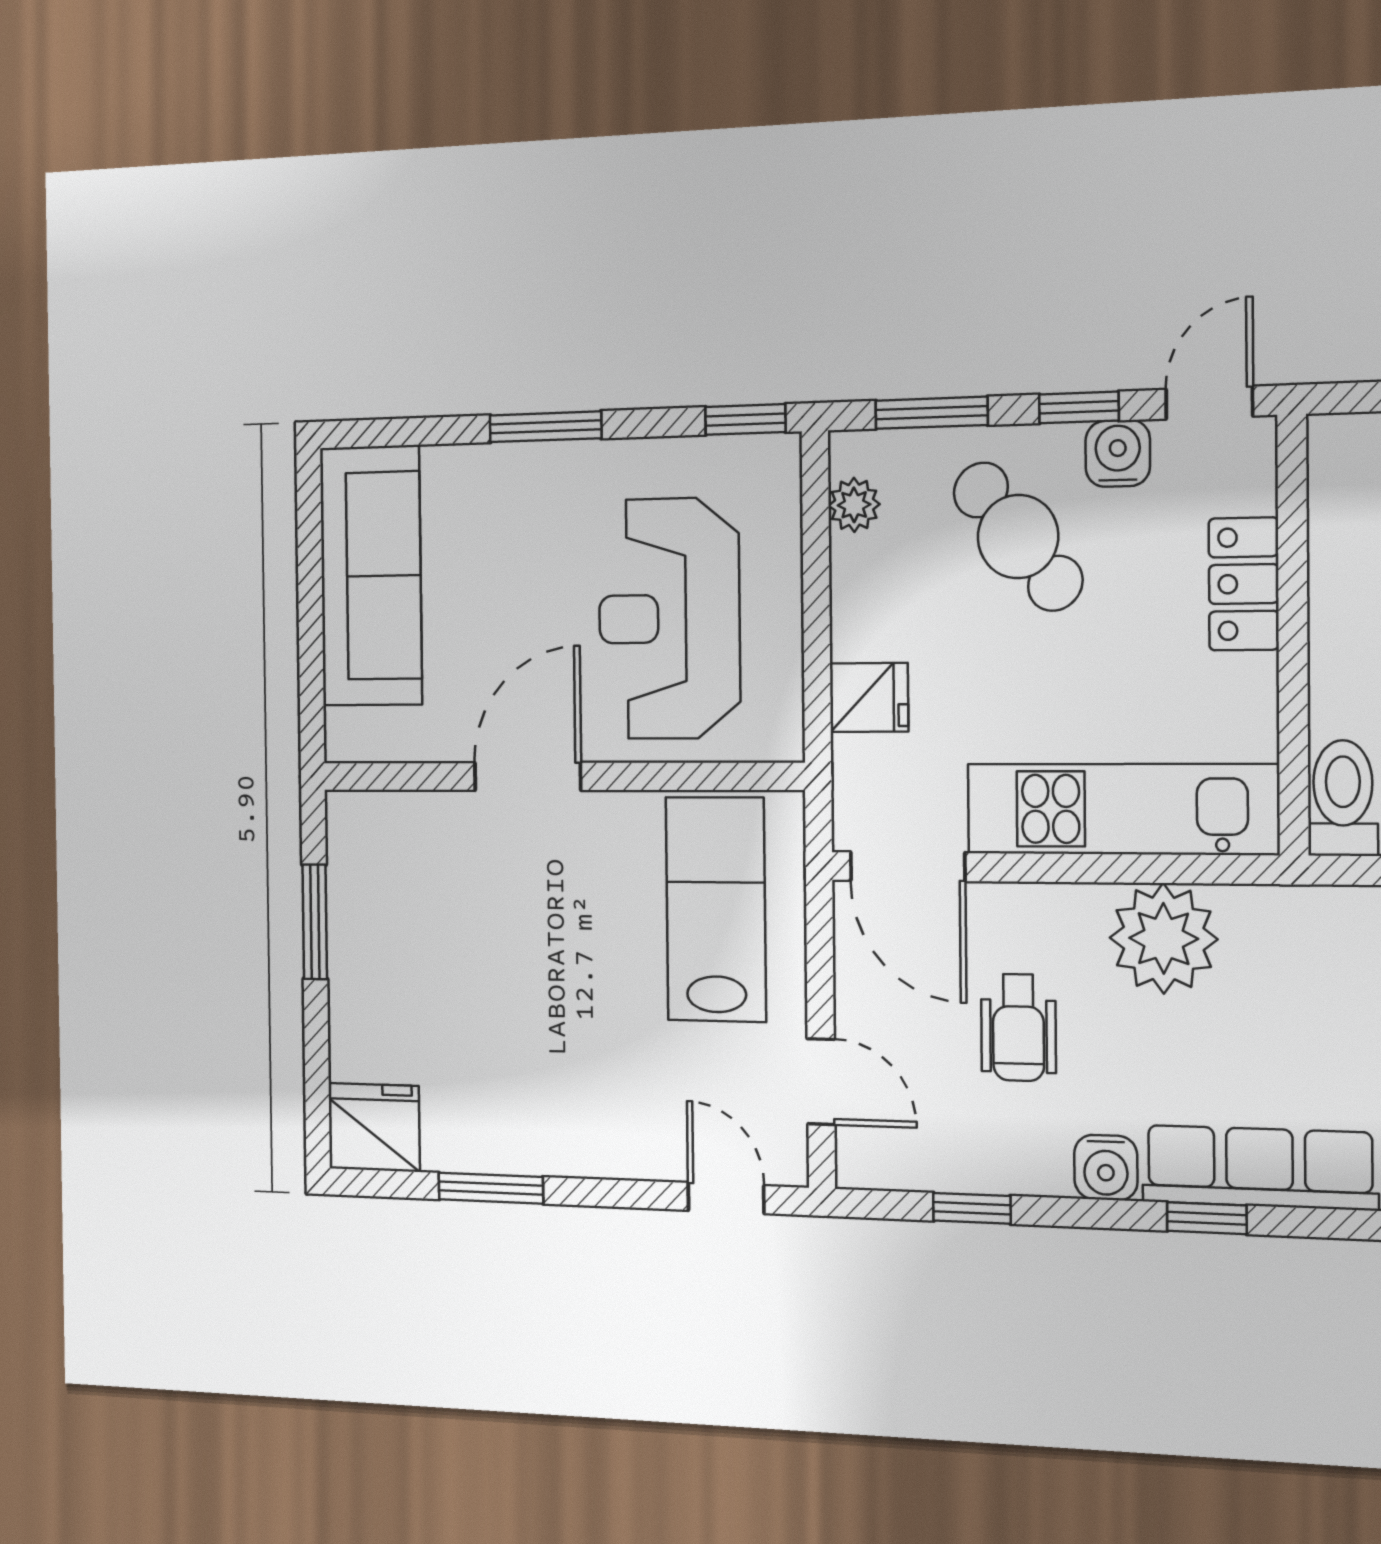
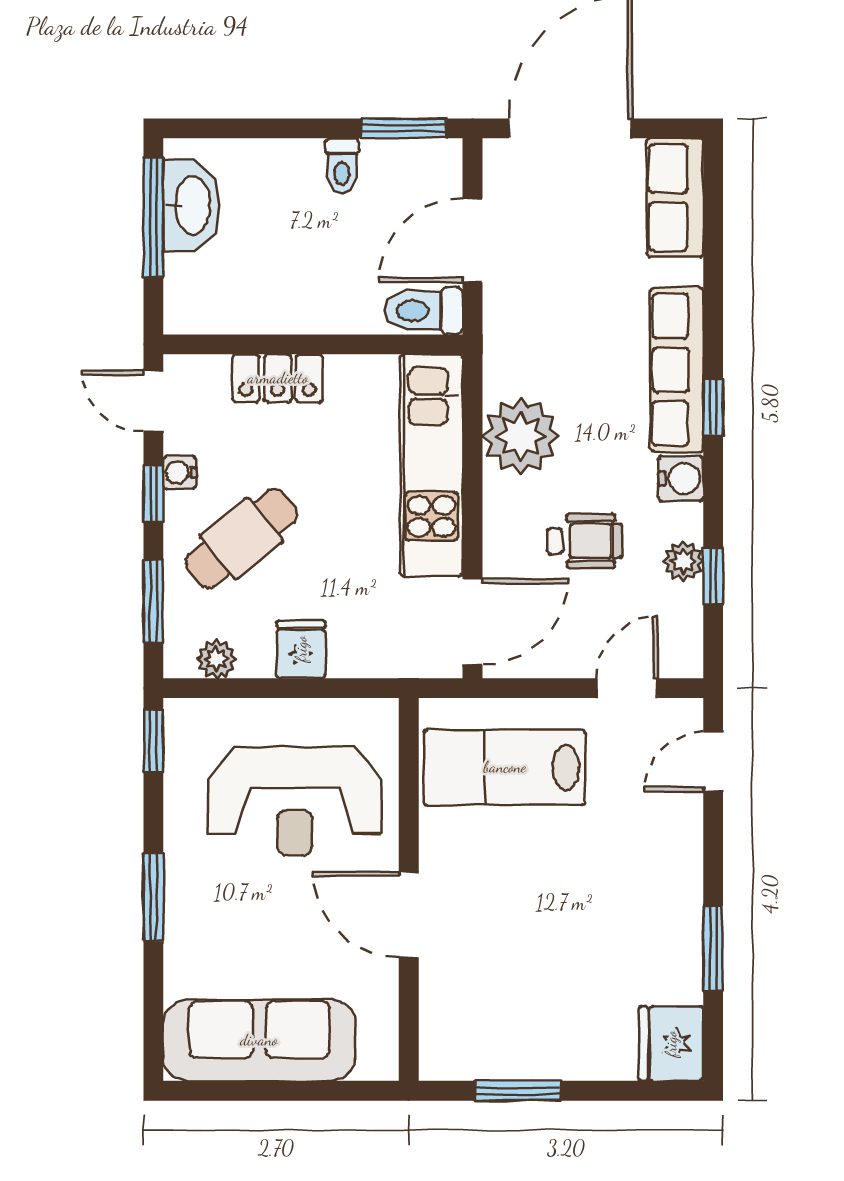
water cooler: (1118, 453) -> (180, 473), width x0.72, depth x0.72
fridge: (869, 697) -> (301, 649), moved
plant: (992, 1167) -> (683, 561), added

